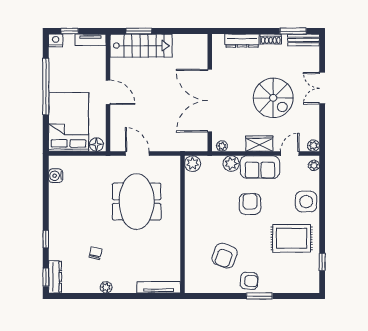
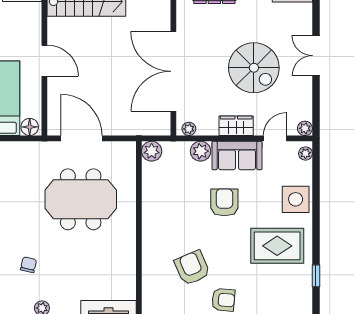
door: (137, 154) -> (81, 138), width x1.36
meeting table: (137, 202) -> (81, 199), turned 90
armchair: (225, 256) -> (192, 268), turned 137

